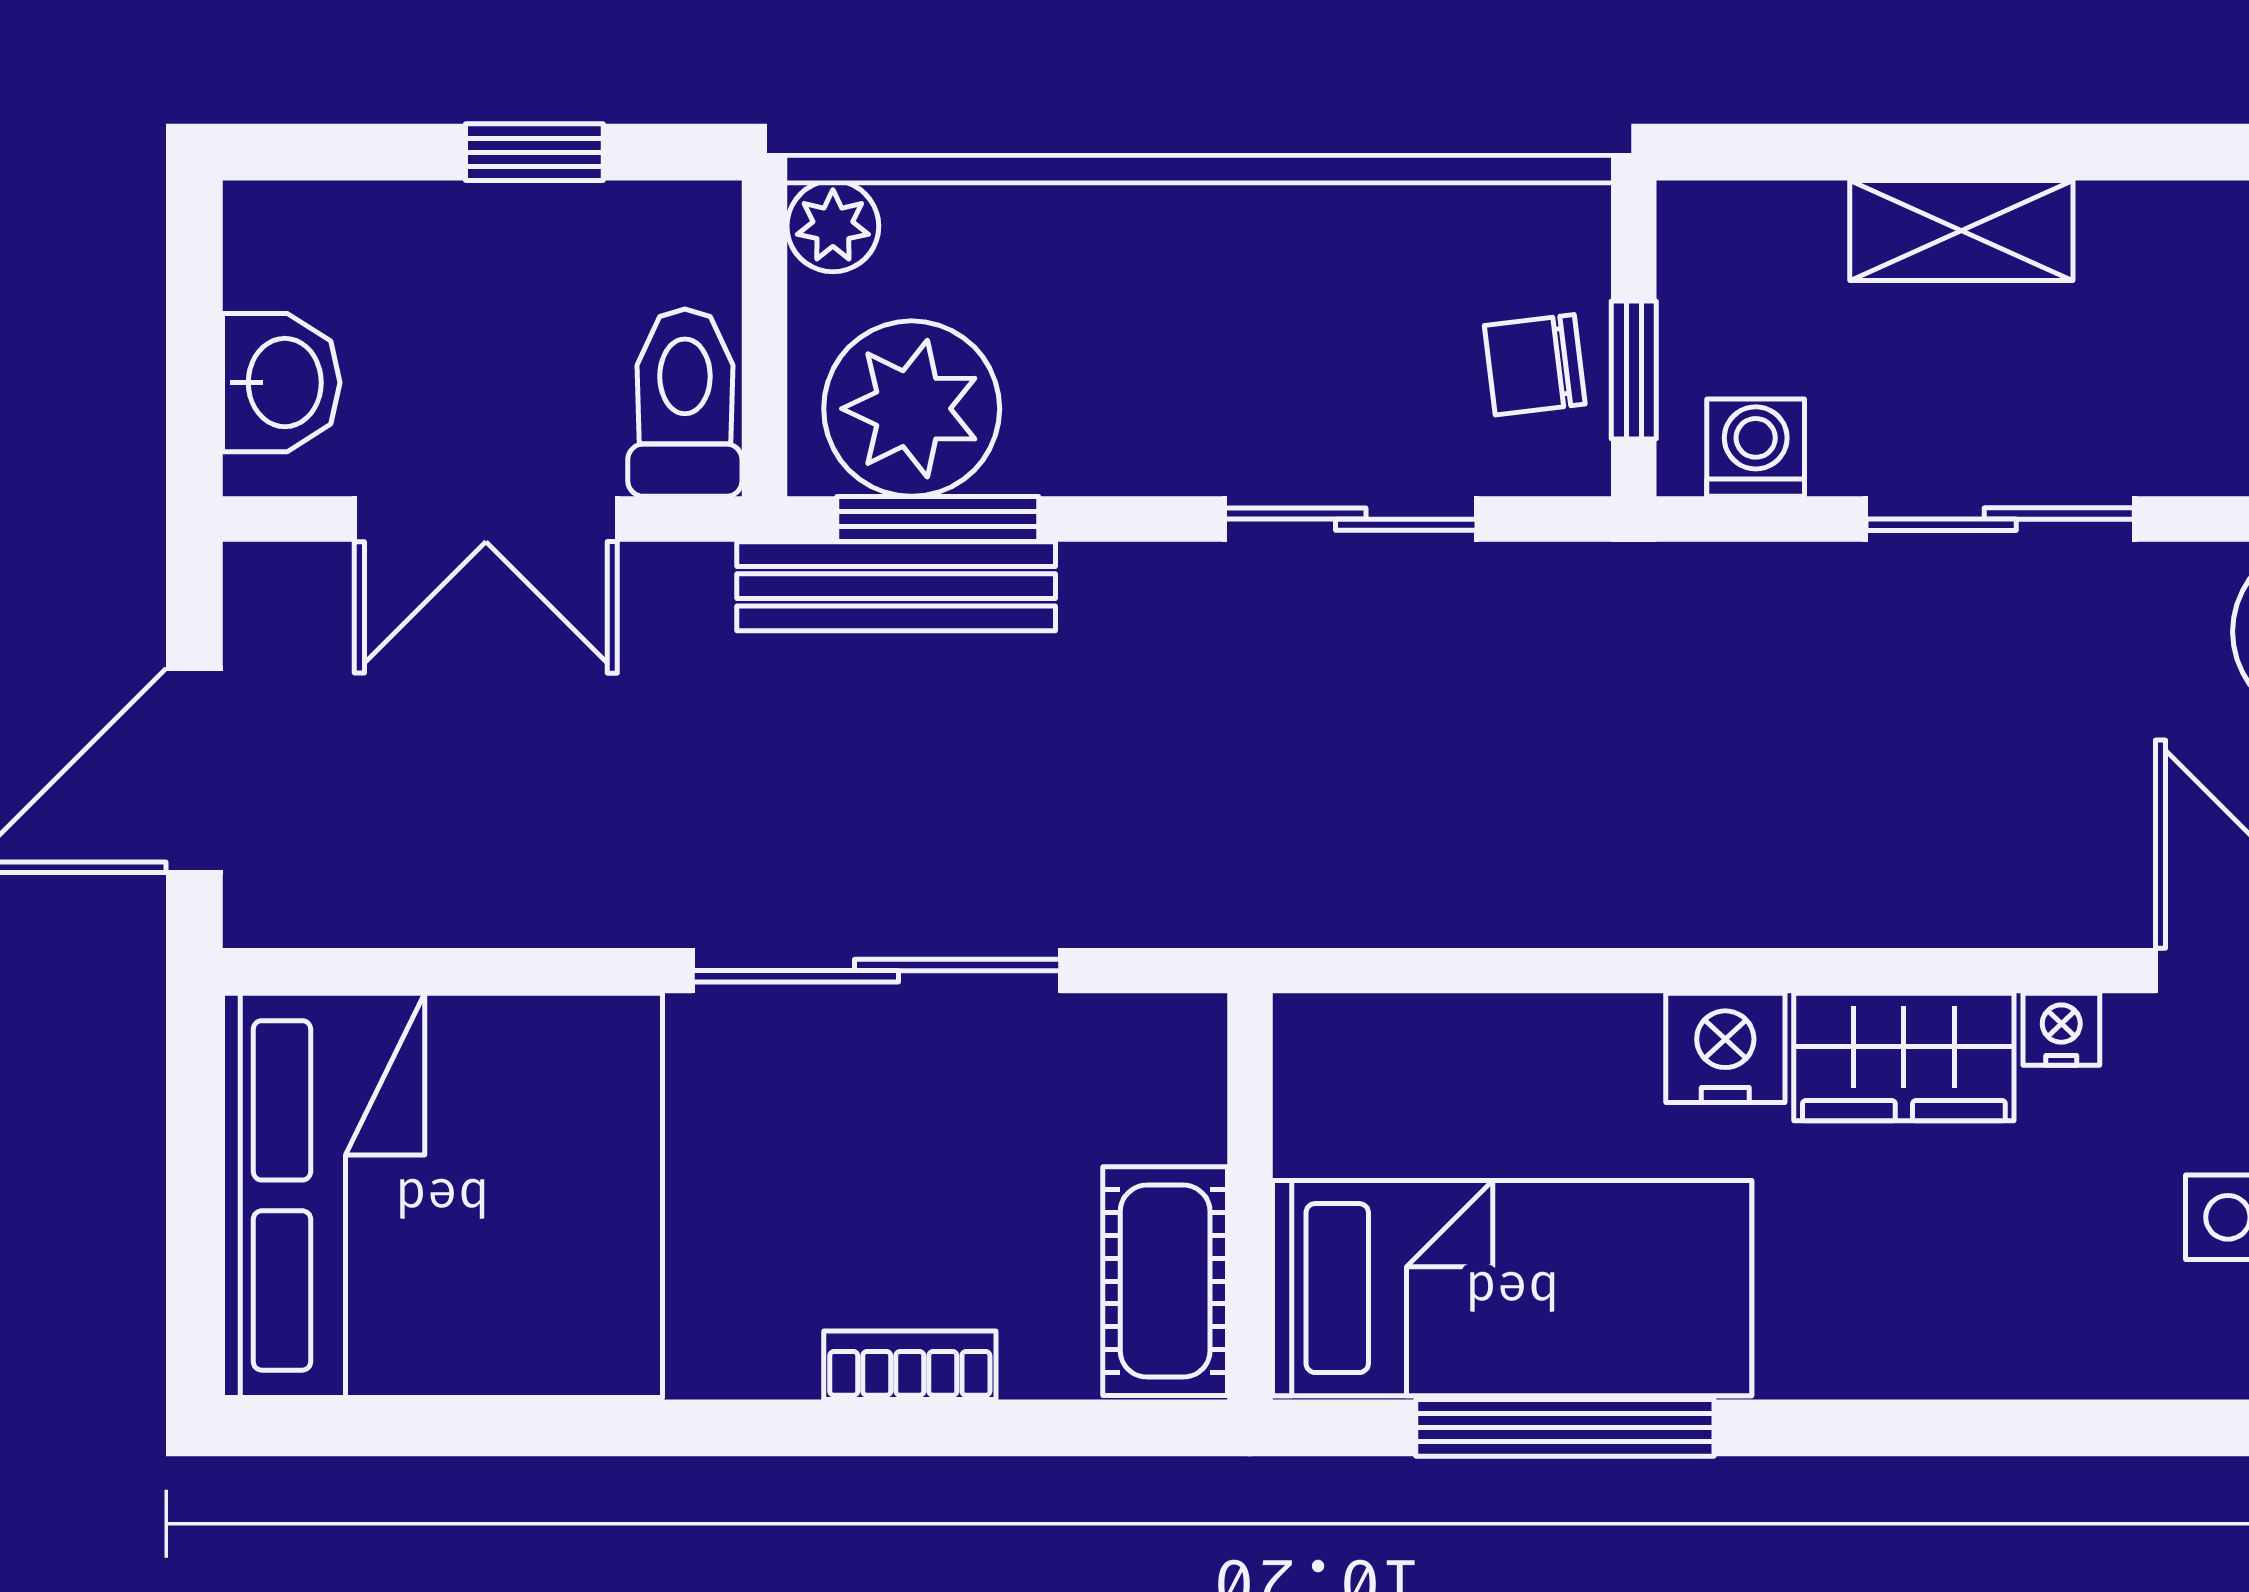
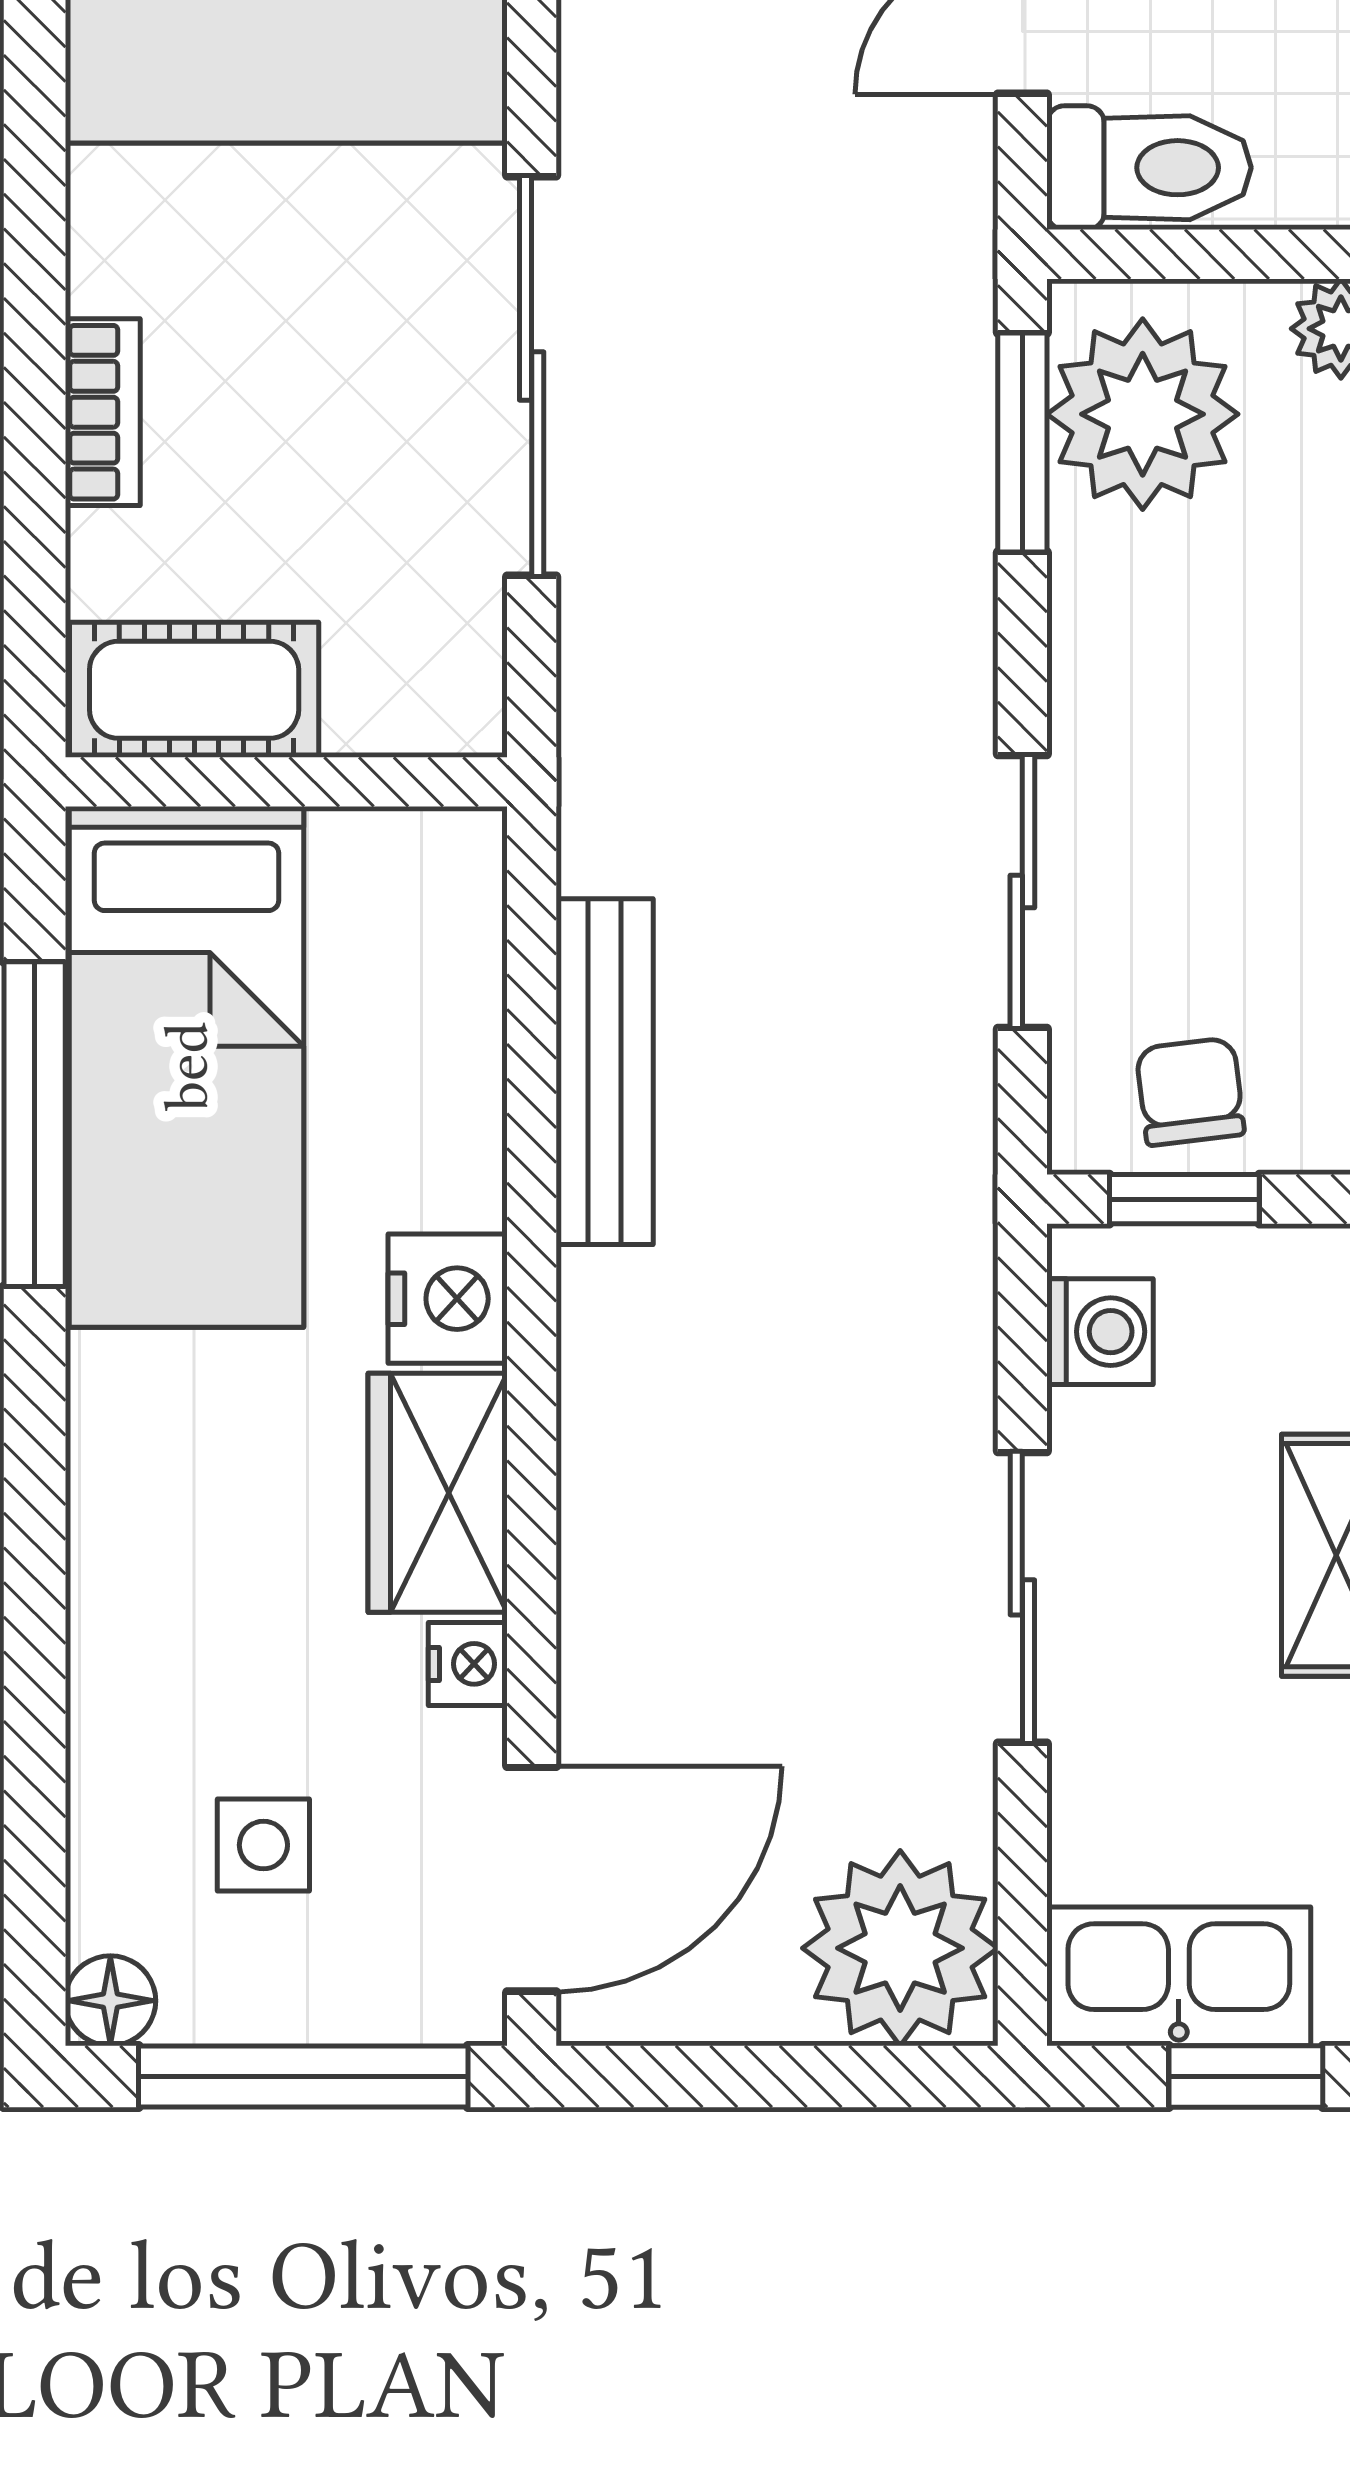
bench: (896, 586) -> (605, 1072), moved

